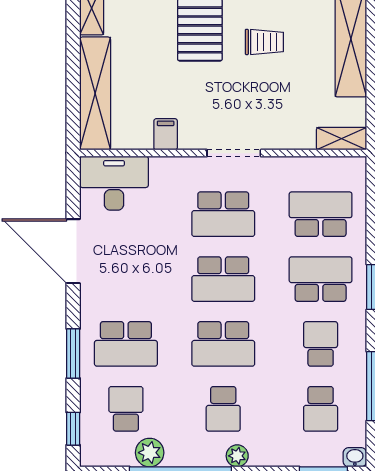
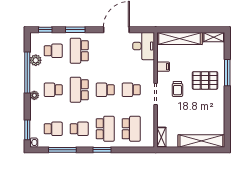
trolley: (264, 42) -> (177, 89), moved
school desk: (223, 214) -> (131, 90), width x0.54
school desk: (223, 279) -> (105, 90), width x0.54
school desk: (321, 409) -> (53, 129), turned 180

